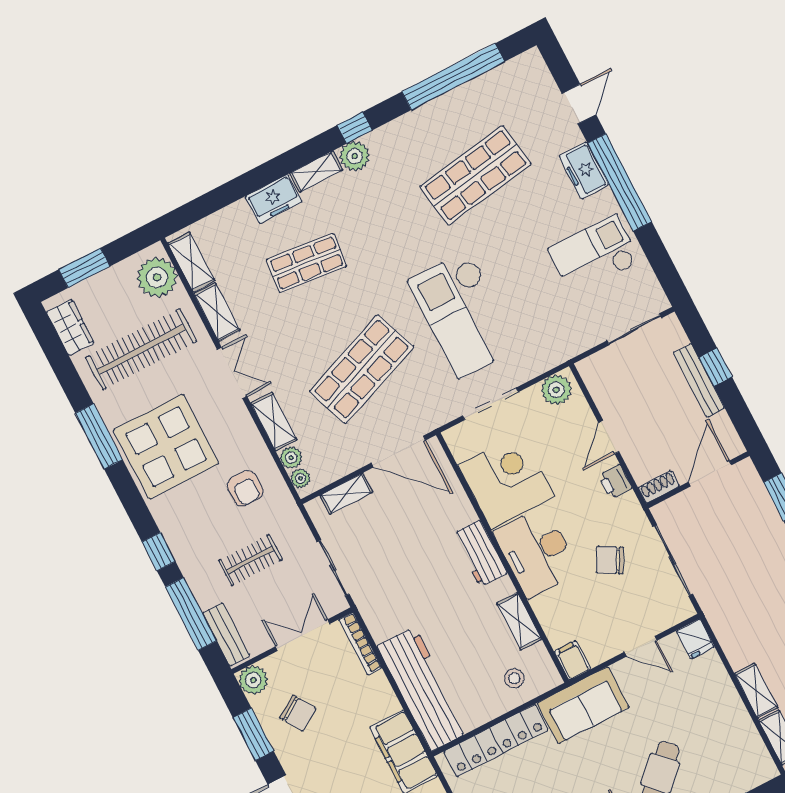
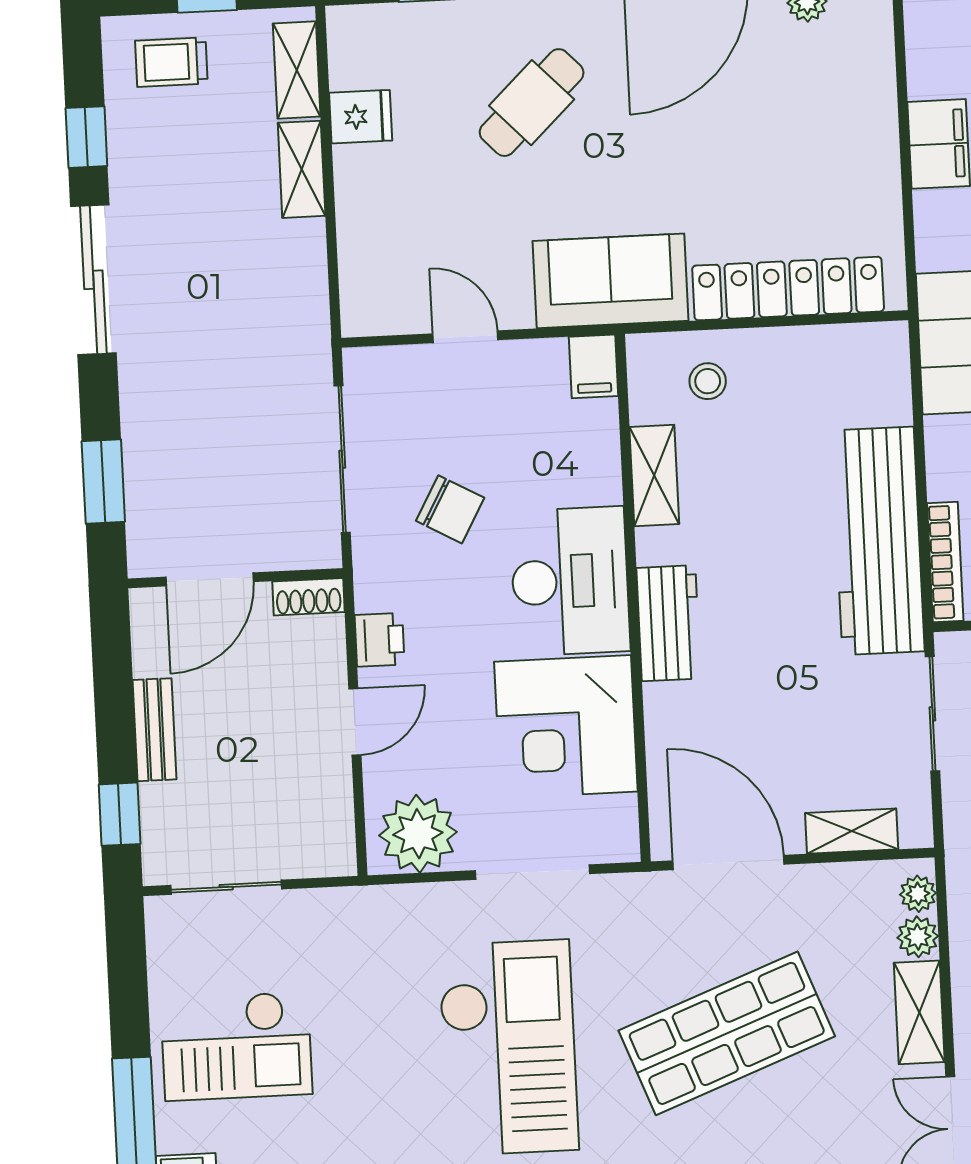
window: (715, 367) -> (120, 814), moved
bench: (699, 380) -> (154, 730), width x0.73
plant: (556, 390) -> (418, 834), width x1.36, depth x1.36
fridge: (695, 639) -> (361, 117), moved, turned 90
workbench: (423, 689) -> (878, 541), moved

